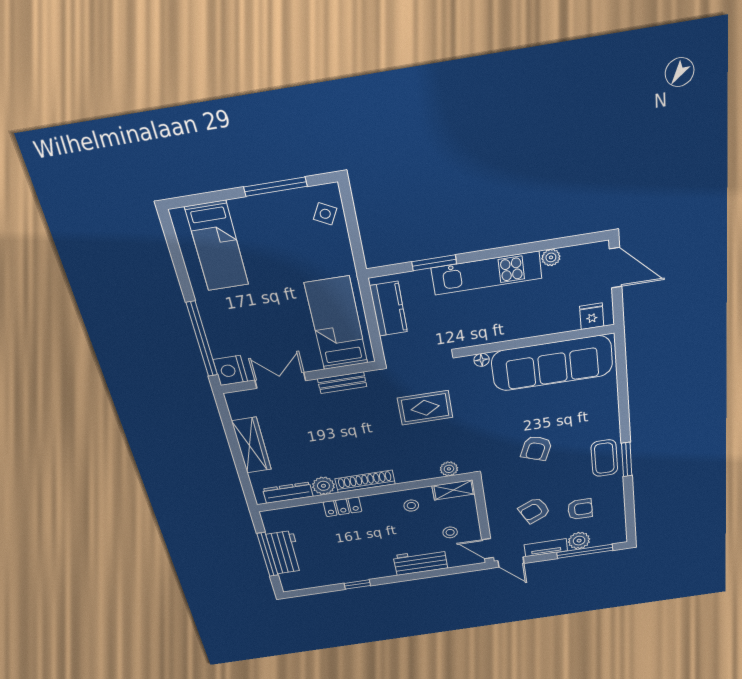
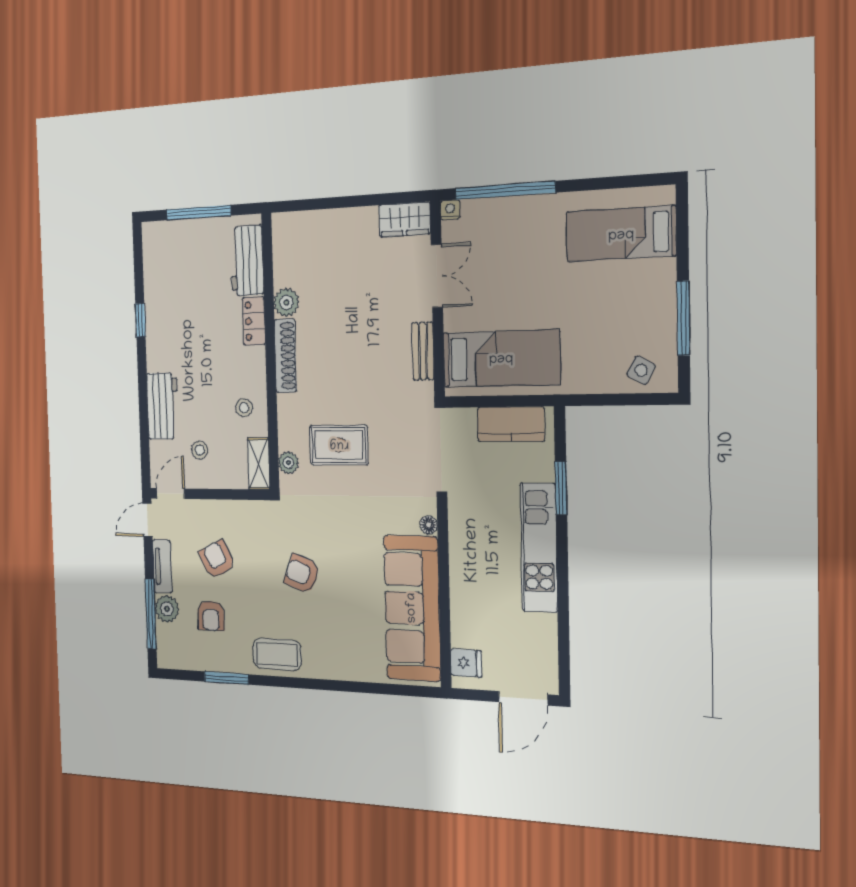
plant: (551, 257) -> (547, 625), removed
nightstand: (230, 370) -> (450, 210), width x0.53, depth x0.56
rug: (425, 408) -> (339, 445), moved, turned 90
wardrobe: (251, 445) -> (405, 219), moved, width x0.67
window: (627, 459) -> (226, 678), moved
dresser: (288, 493) -> (283, 256), removed
workbench: (285, 552) -> (247, 261), moved, turned 90

